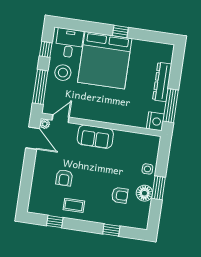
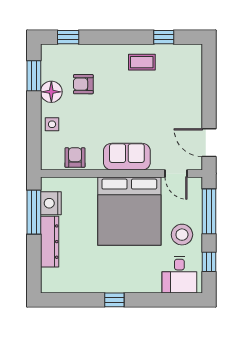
bed: (105, 60) -> (129, 211), moved, turned 180
door: (61, 119) -> (176, 174), hinge flipped
nightstand: (155, 121) -> (51, 203), moved
plant: (45, 124) -> (196, 164), removed
armchair: (64, 178) -> (75, 158), moved
window: (159, 188) -> (34, 76), moved
window: (111, 230) -> (68, 37), moved

